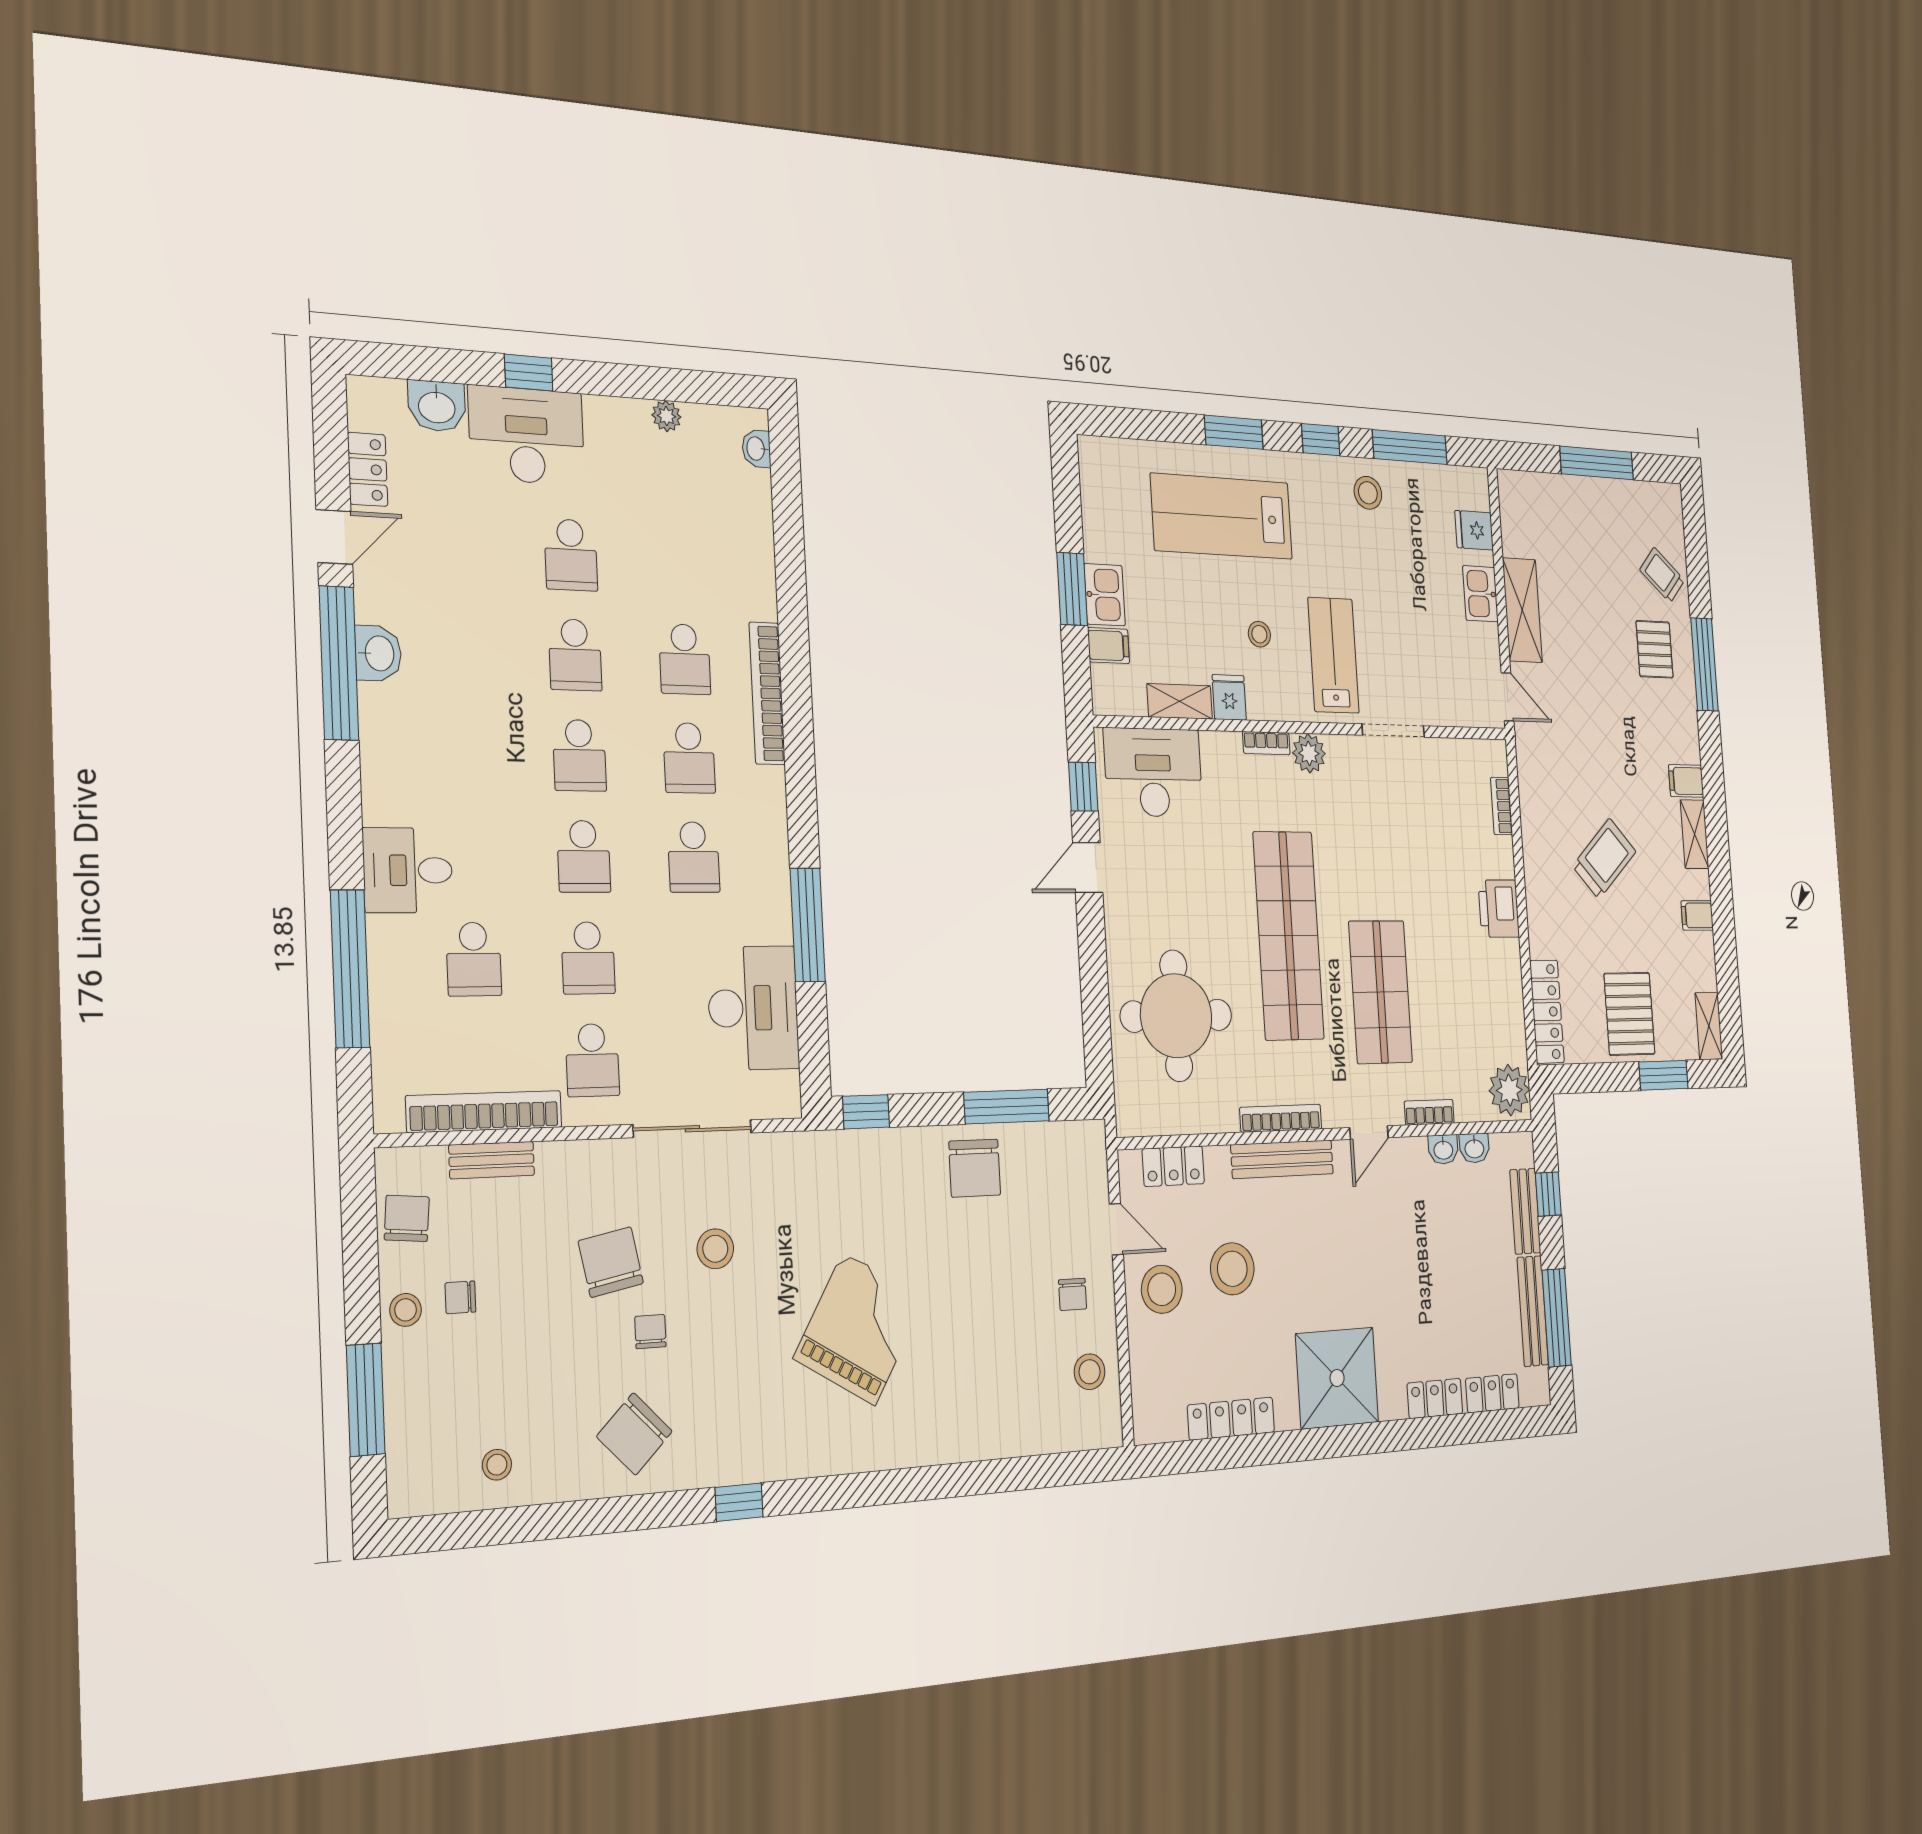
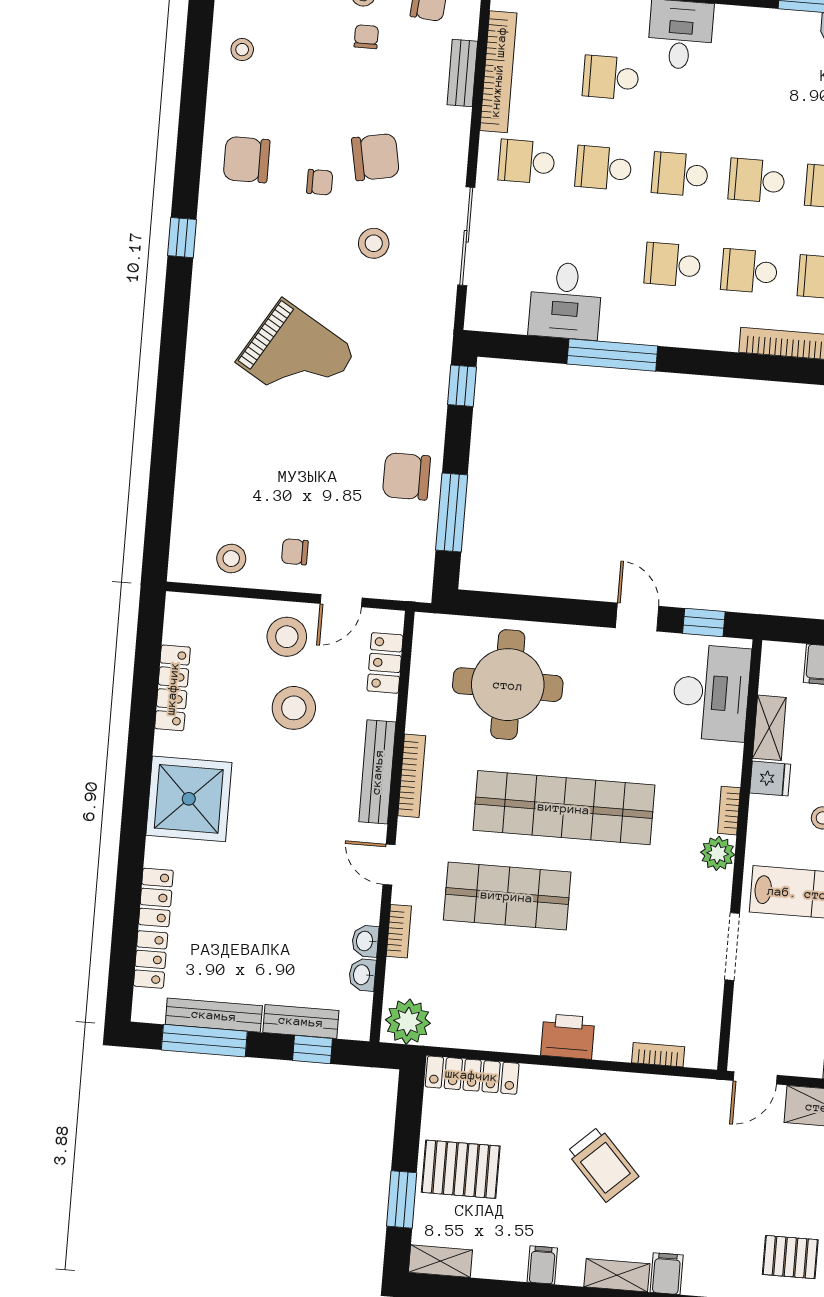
desk: (753, 1008) -> (565, 301), width x0.73
chair: (634, 1434) -> (247, 160), turned -46

